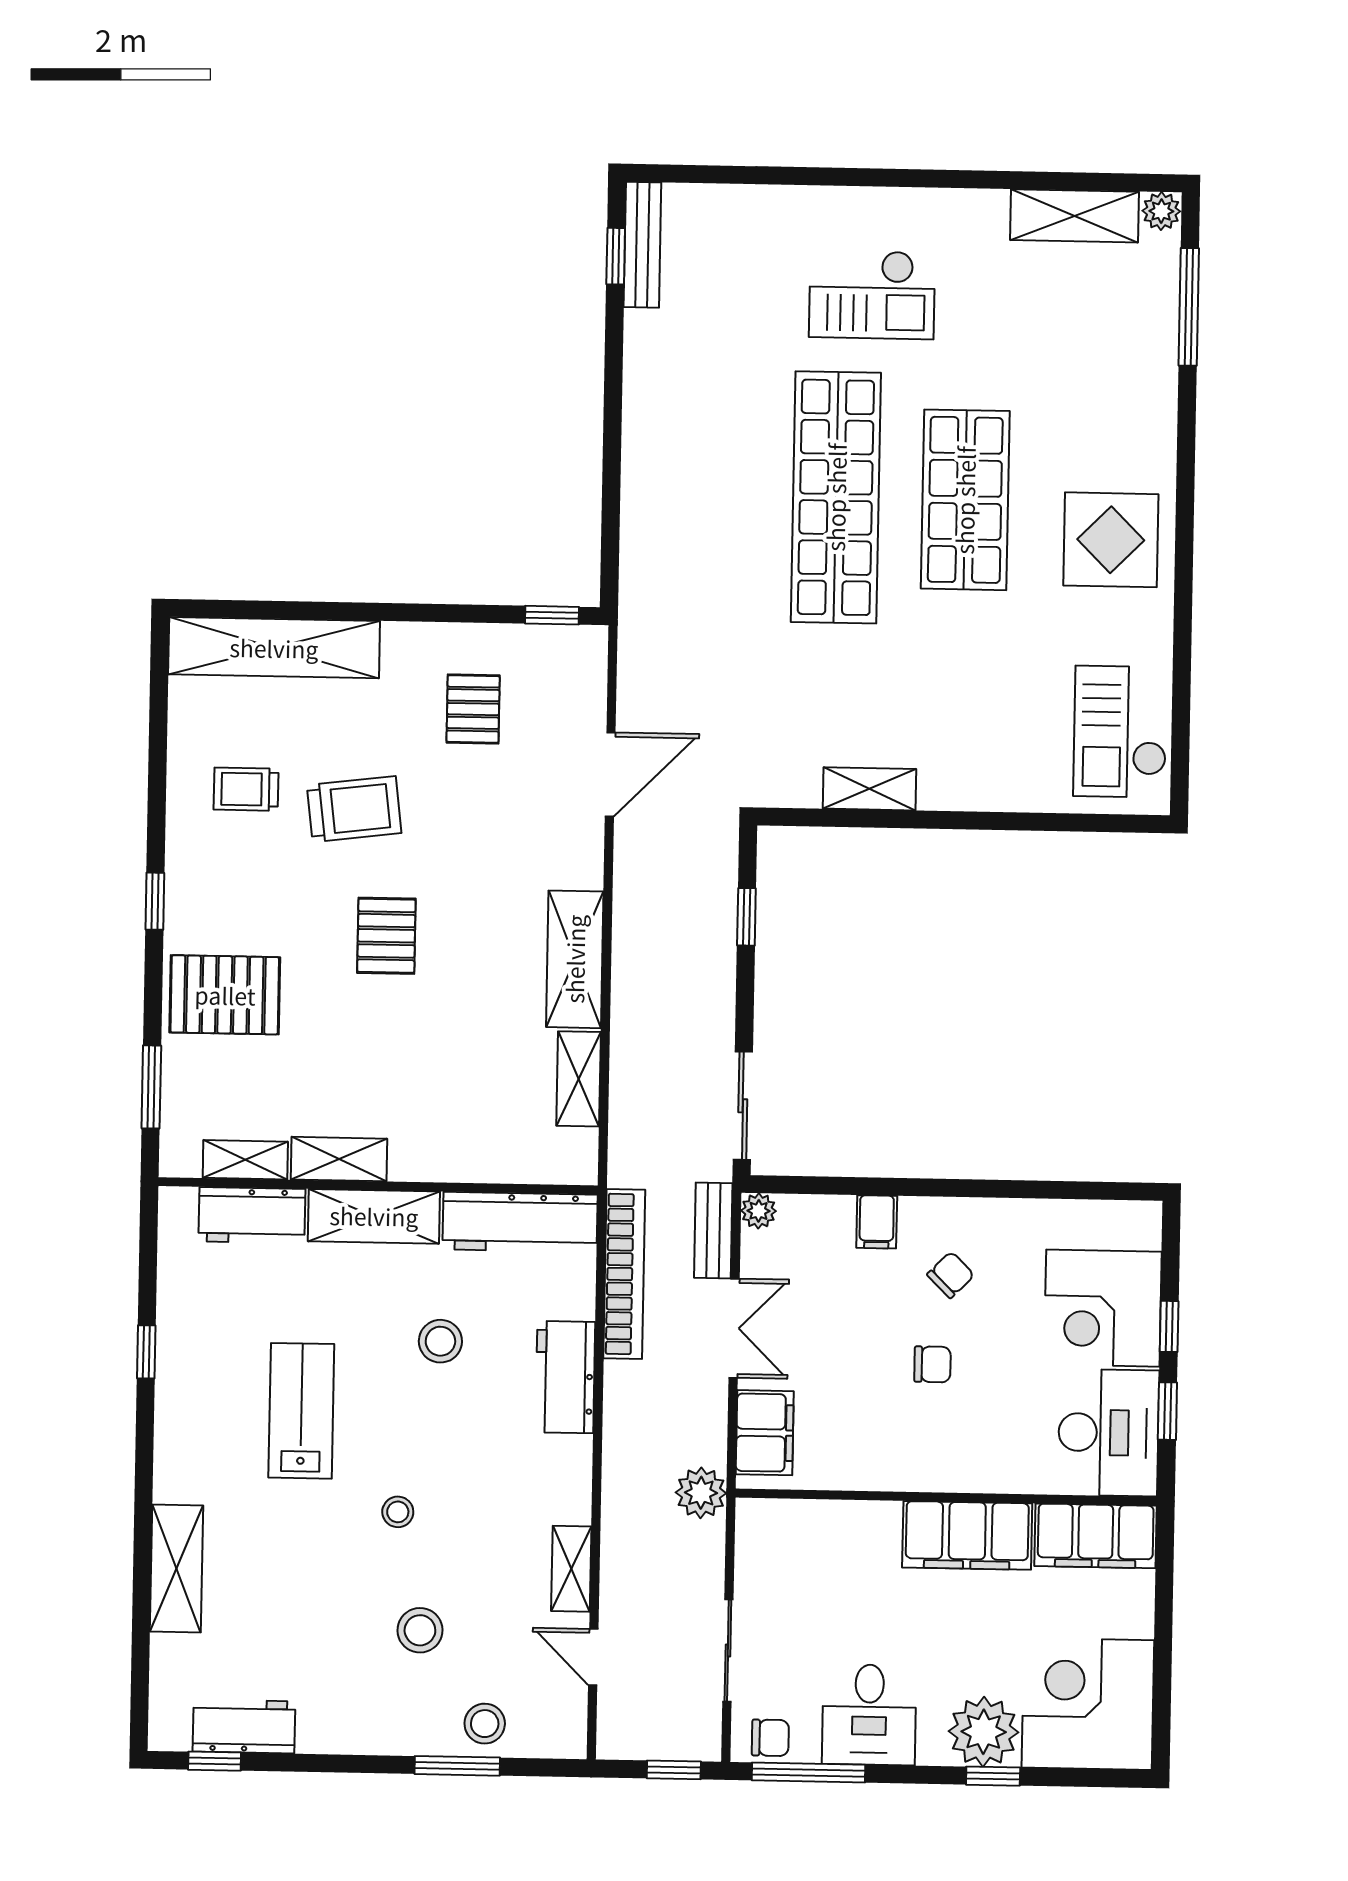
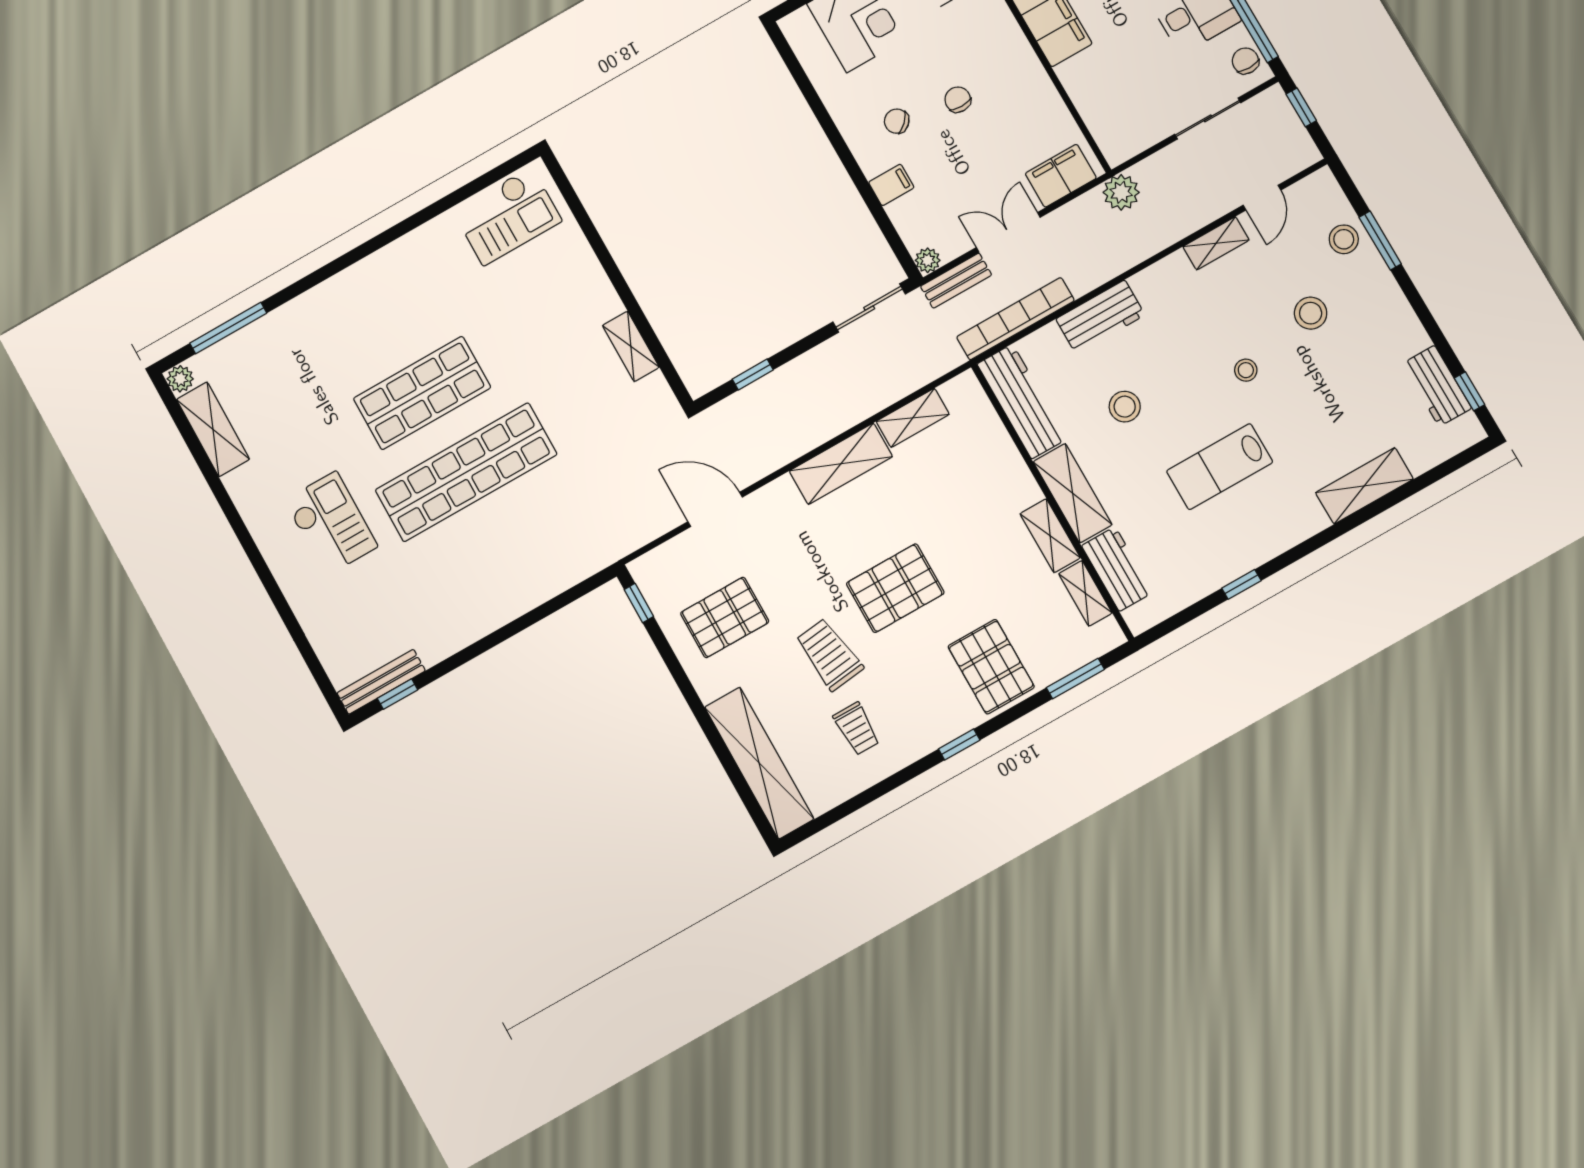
display table: (1111, 540) -> (395, 291), removed
pallet: (473, 709) -> (725, 617), width x1.50, depth x1.42
pallet: (386, 936) -> (895, 588), width x1.50, depth x1.42

